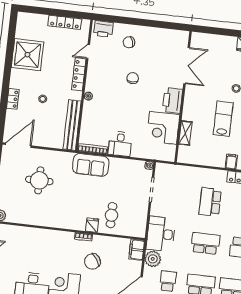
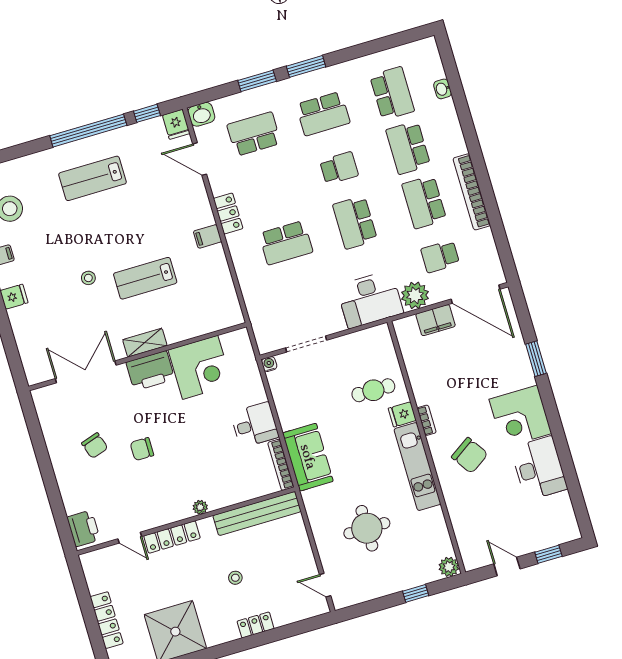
locker: (65, 22) -> (107, 620), moved
chair: (129, 42) -> (95, 446), moved
shelving: (185, 133) -> (145, 343), moved
door: (18, 145) -> (325, 585), width x0.53
kitchen unit: (61, 221) -> (417, 467), added
filing cabinet: (137, 250) -> (435, 320), moved
chair: (92, 261) -> (470, 455), moved

